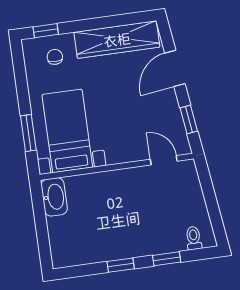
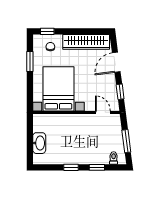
bed with nightstands: (67, 131) -> (58, 89), width x1.36
window: (28, 133) -> (30, 61), moved
washbasin: (54, 197) -> (39, 143), moved
window: (212, 205) -> (126, 141), added

